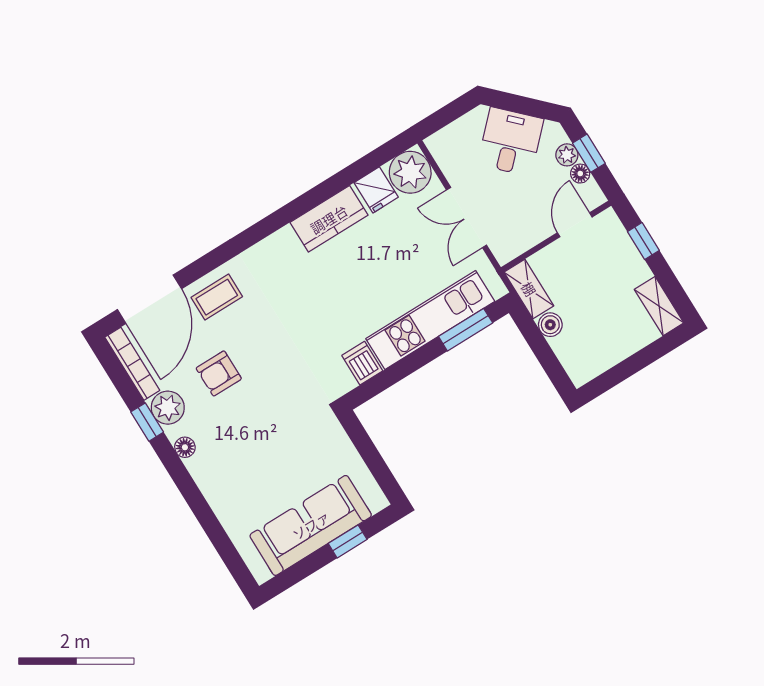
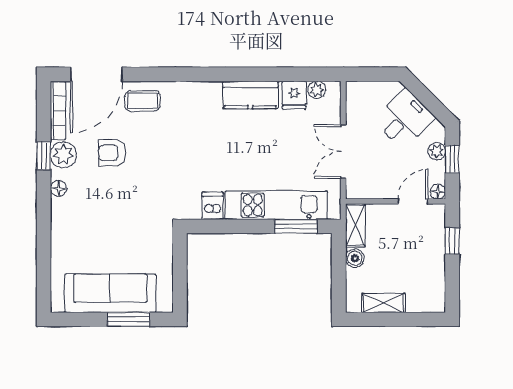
plant: (410, 172) -> (317, 90), width x0.53, depth x0.53
floor lamp: (580, 174) -> (438, 192), moved
shelving: (659, 306) -> (383, 303), moved, turned 90
window: (348, 541) -> (129, 319), width x1.50

